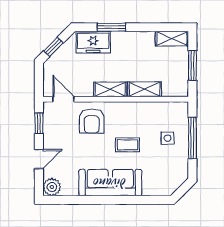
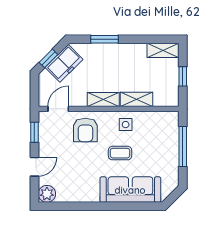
freezer: (93, 42) -> (64, 63), moved, turned -45
window: (192, 65) -> (183, 76), width x0.67
door: (63, 99) -> (58, 109), hinge flipped
side table: (167, 138) -> (126, 125), moved
sofa: (110, 183) -> (130, 190), moved

